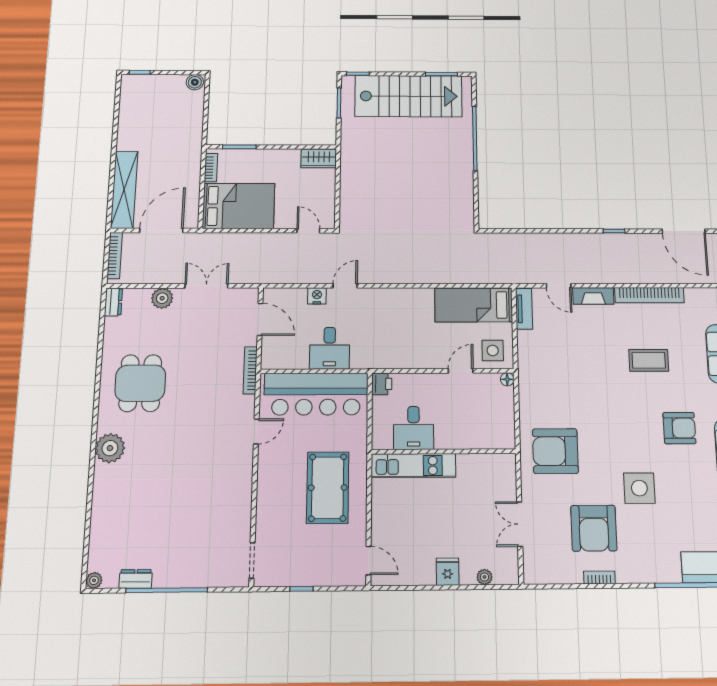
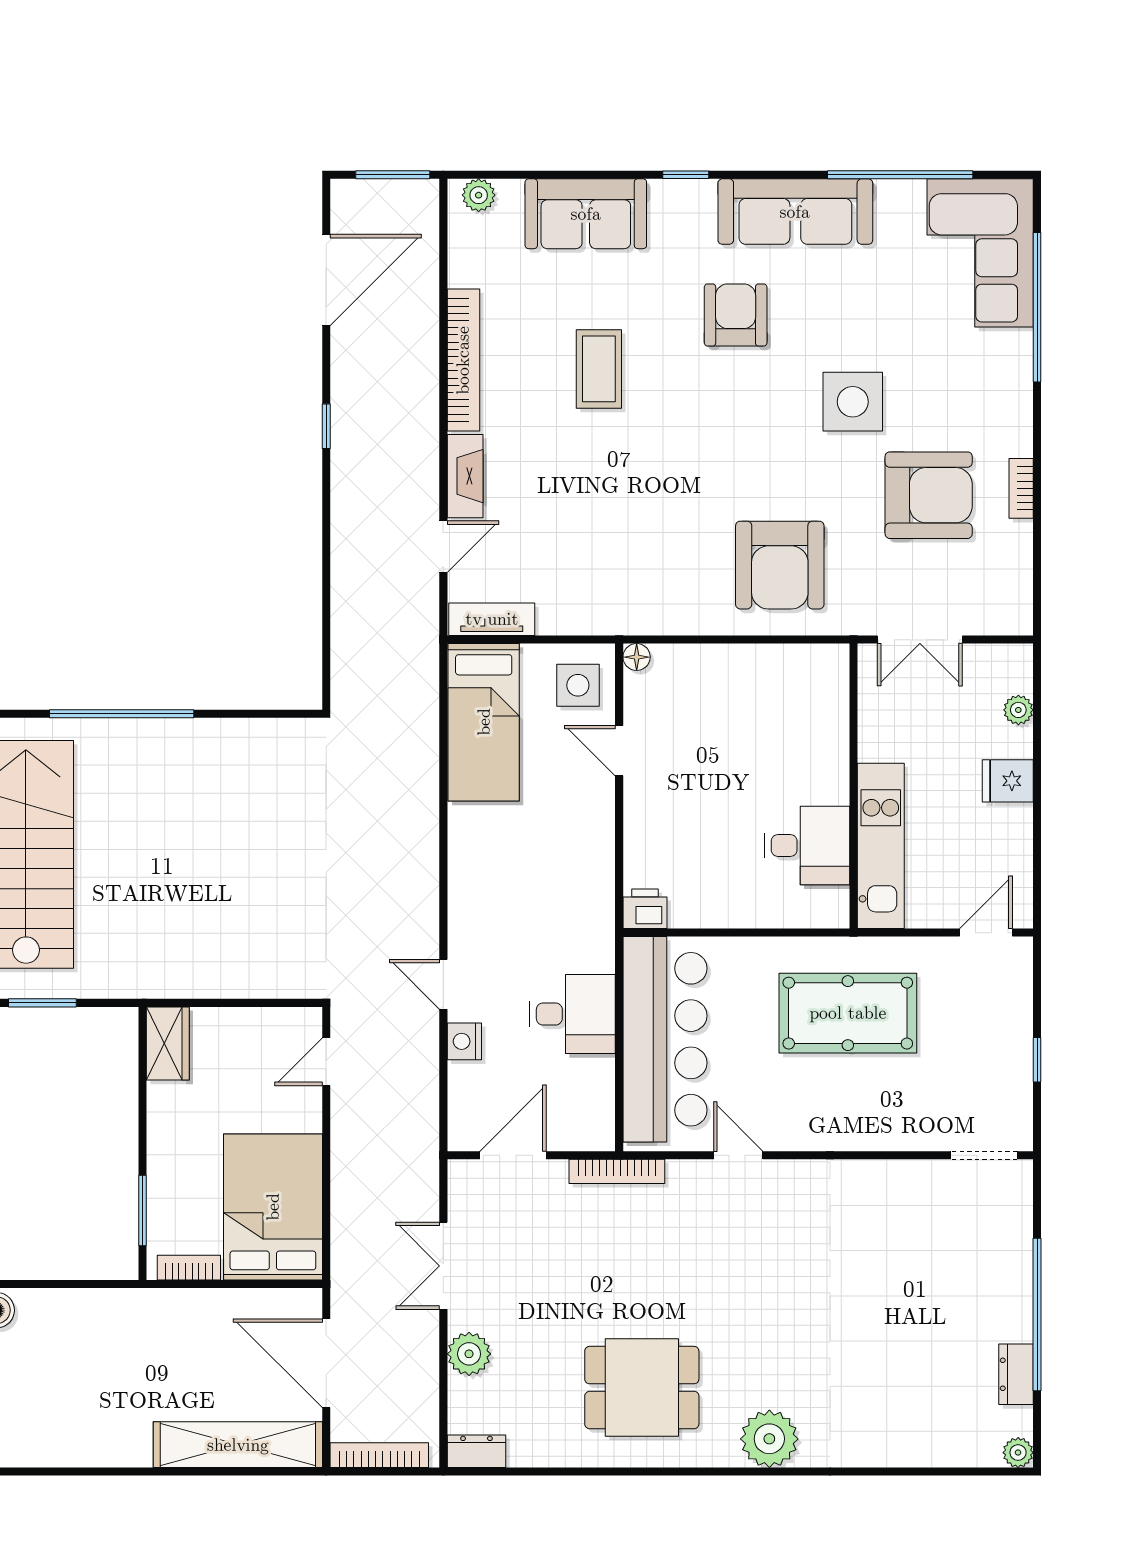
desk: (413, 428) -> (807, 846), moved
wall: (444, 451) -> (853, 786), moved
kitchen unit: (413, 466) -> (881, 846), moved

